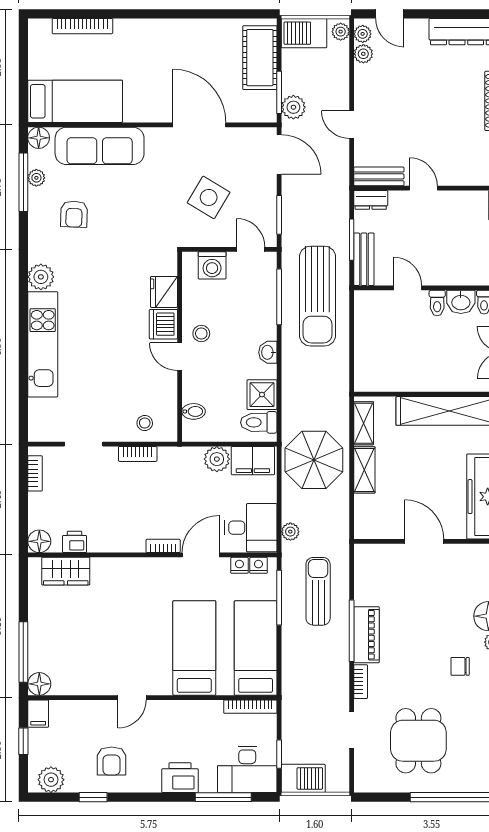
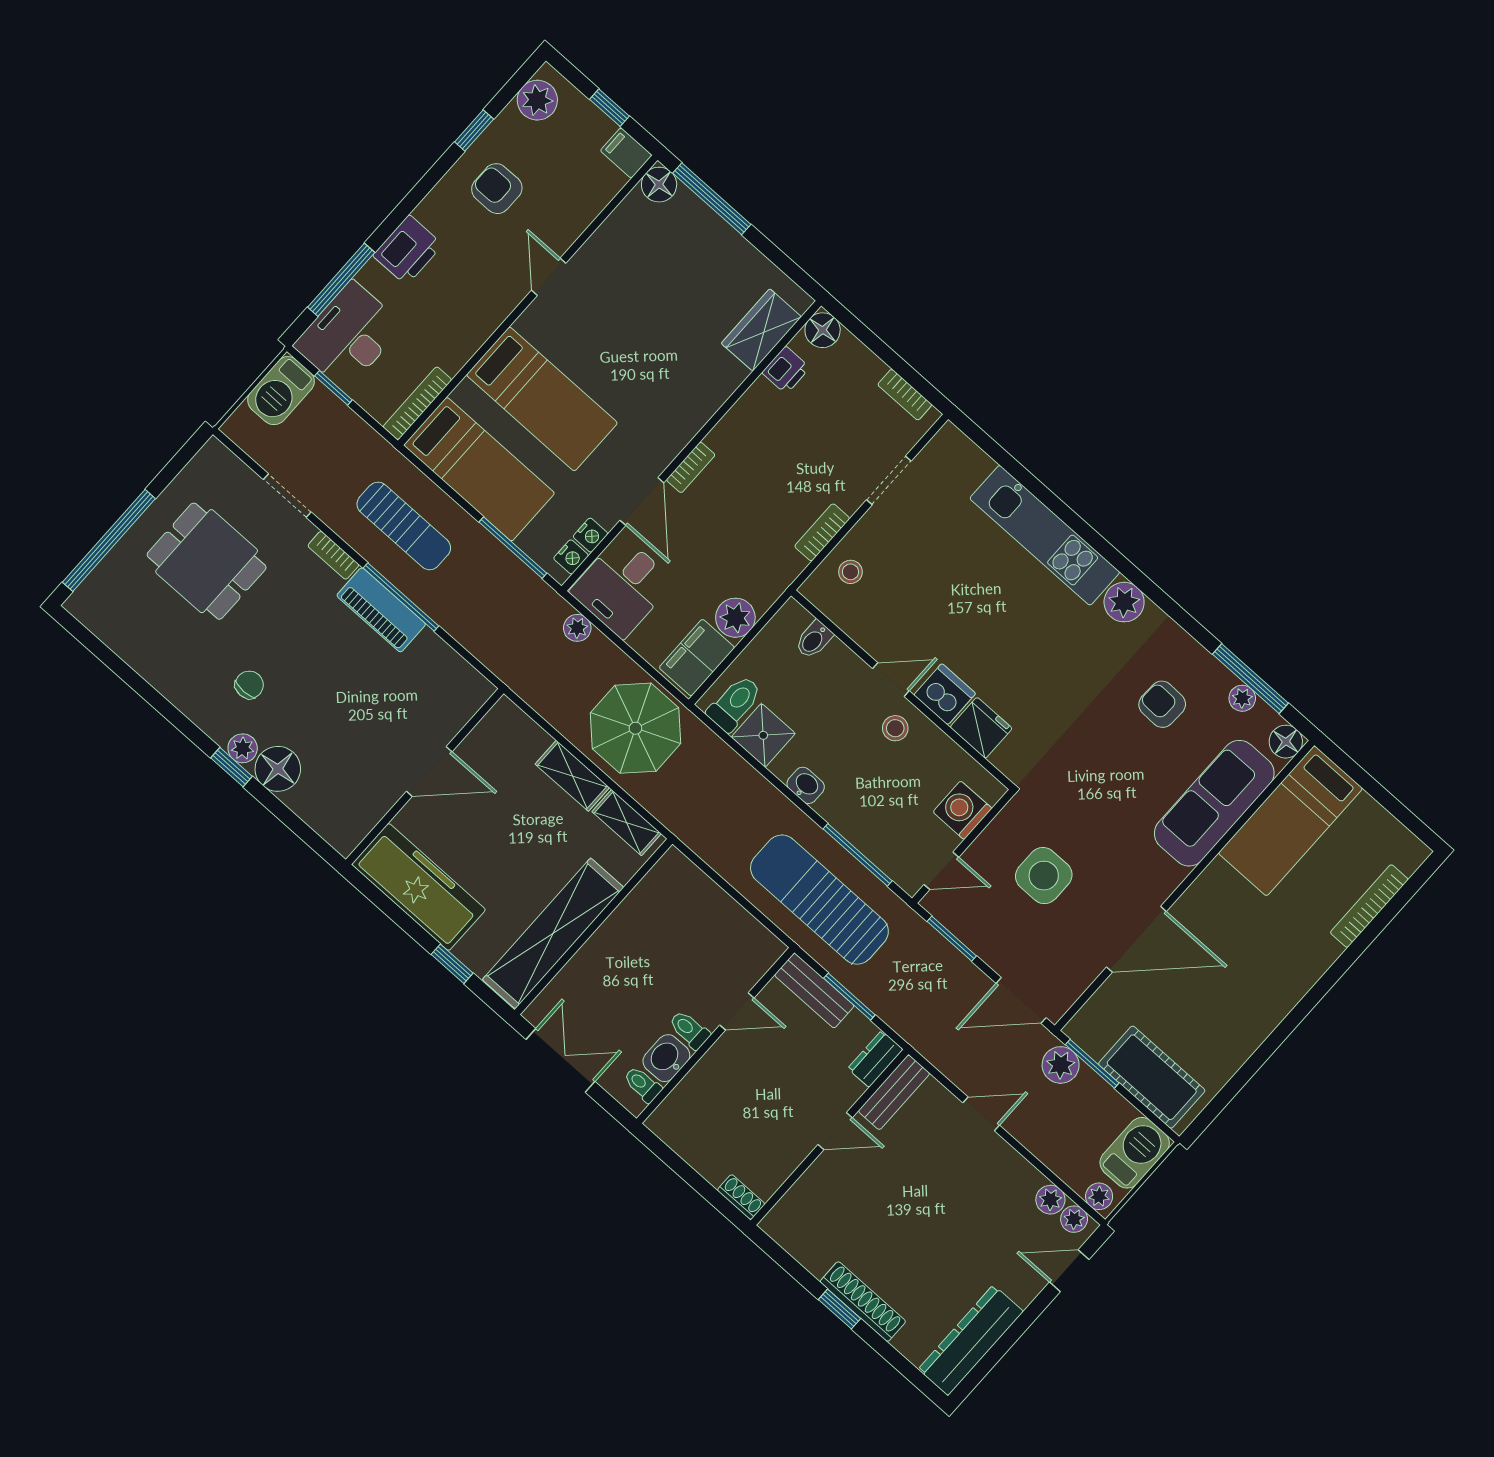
side table: (209, 197) -> (1044, 876), turned -31
sun lounger: (318, 591) -> (404, 526), moved

